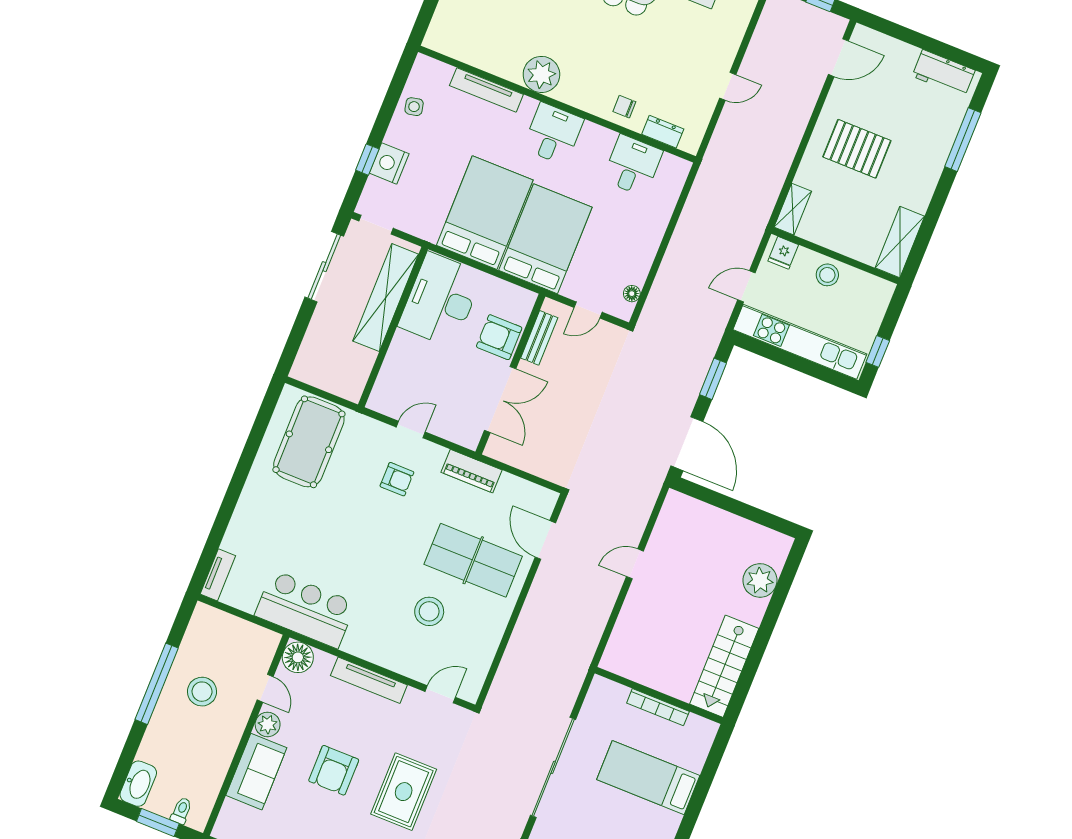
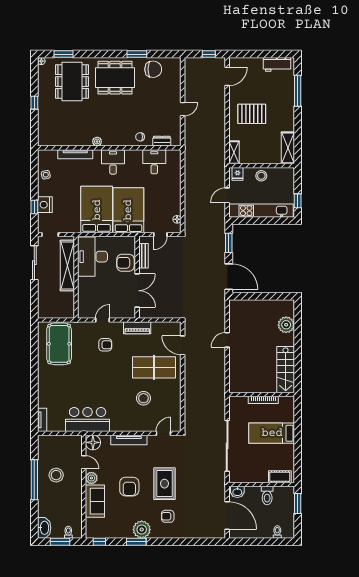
plant: (541, 74) -> (97, 142), width x0.53, depth x0.53

